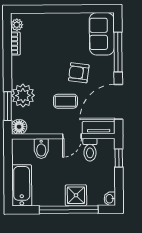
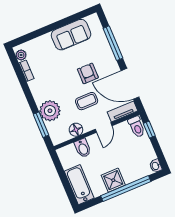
sofa: (102, 34) -> (71, 35), moved, turned -90
armchair: (79, 73) -> (88, 73), turned 82
door: (118, 102) -> (130, 84), hinge flipped
floor lamp: (19, 127) -> (76, 130), moved
toilet: (90, 150) -> (137, 127), moved
shower: (76, 195) -> (113, 180), moved

